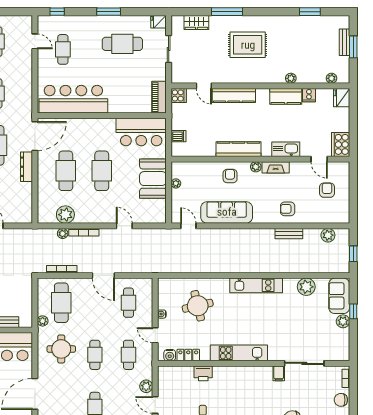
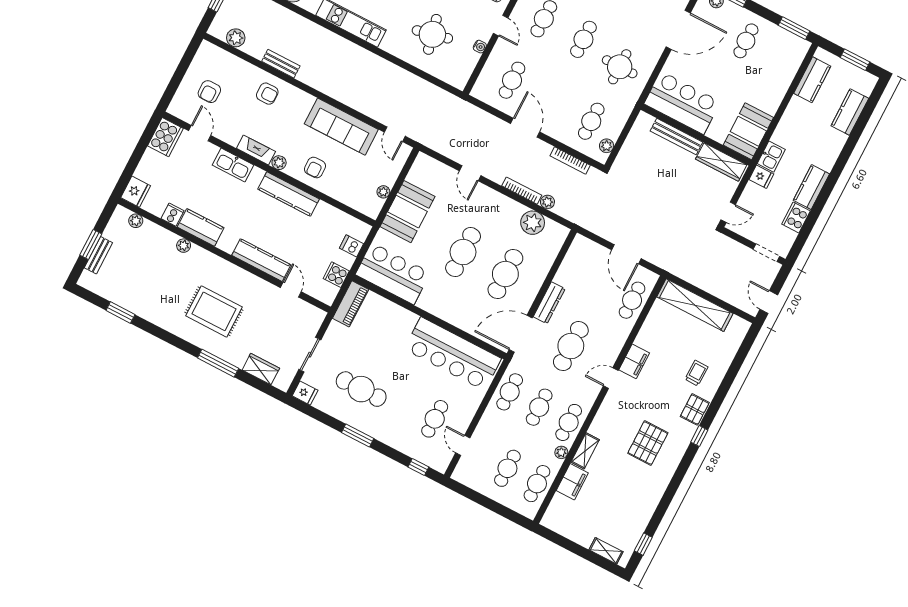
cafe table: (22, 93) -> (510, 392), added
cooker: (179, 96) -> (336, 275), moved
cafe table: (61, 303) -> (591, 121), width x0.73, depth x0.74
plant: (43, 321) -> (607, 146), moved

